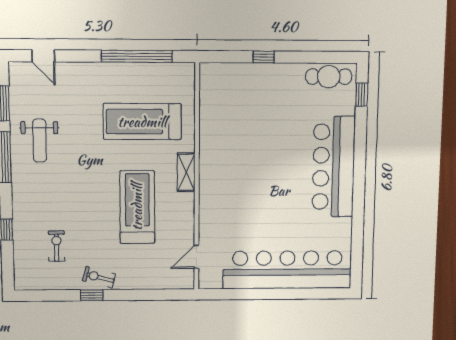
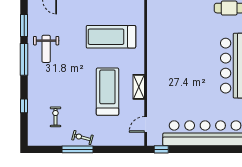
shelving: (186, 172) -> (139, 87), moved
window: (220, 294) -> (161, 149), added
window: (92, 295) -> (78, 149), width x2.17

